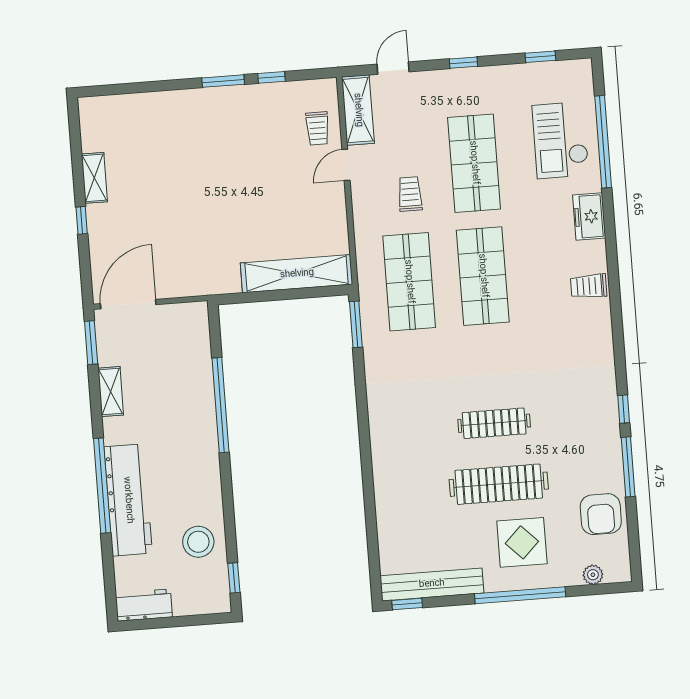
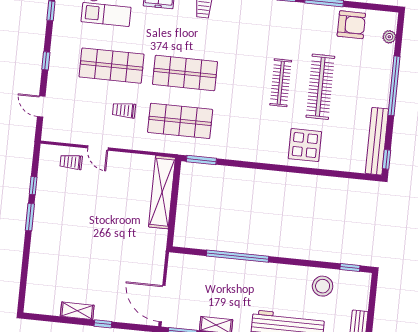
shelving: (358, 110) -> (64, 134), removed
trolley: (318, 128) -> (71, 162), turned 180
display table: (522, 542) -> (305, 145), moved

